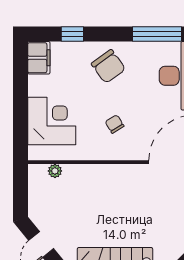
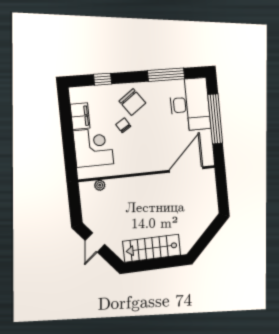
filing cabinet: (39, 58) -> (80, 116), moved
chair: (115, 124) -> (123, 125), moved

